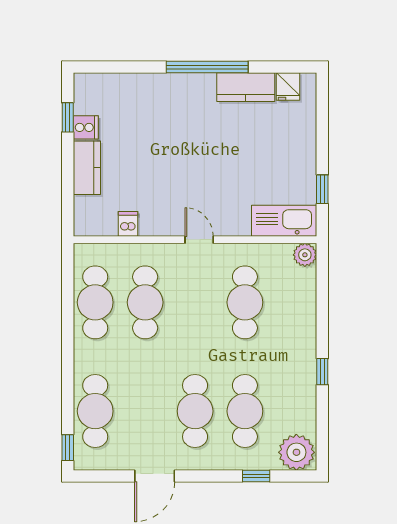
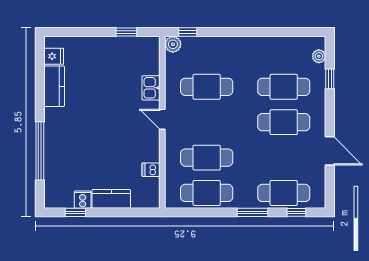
window: (207, 67) -> (40, 151), moved
kitchen sink: (284, 221) -> (151, 88), moved, width x0.53, depth x0.81
door: (199, 240) -> (162, 119), hinge flipped
window: (68, 367) -> (253, 212), added
window: (322, 372) -> (188, 32), moved
window: (68, 448) -> (296, 212), moved
plant: (296, 452) -> (319, 56), width x0.53, depth x0.53

